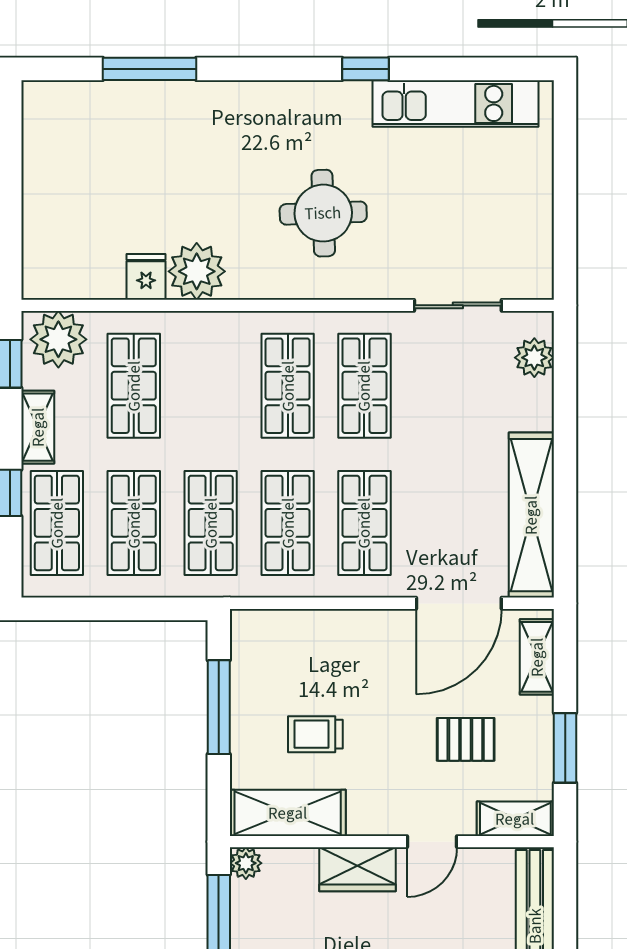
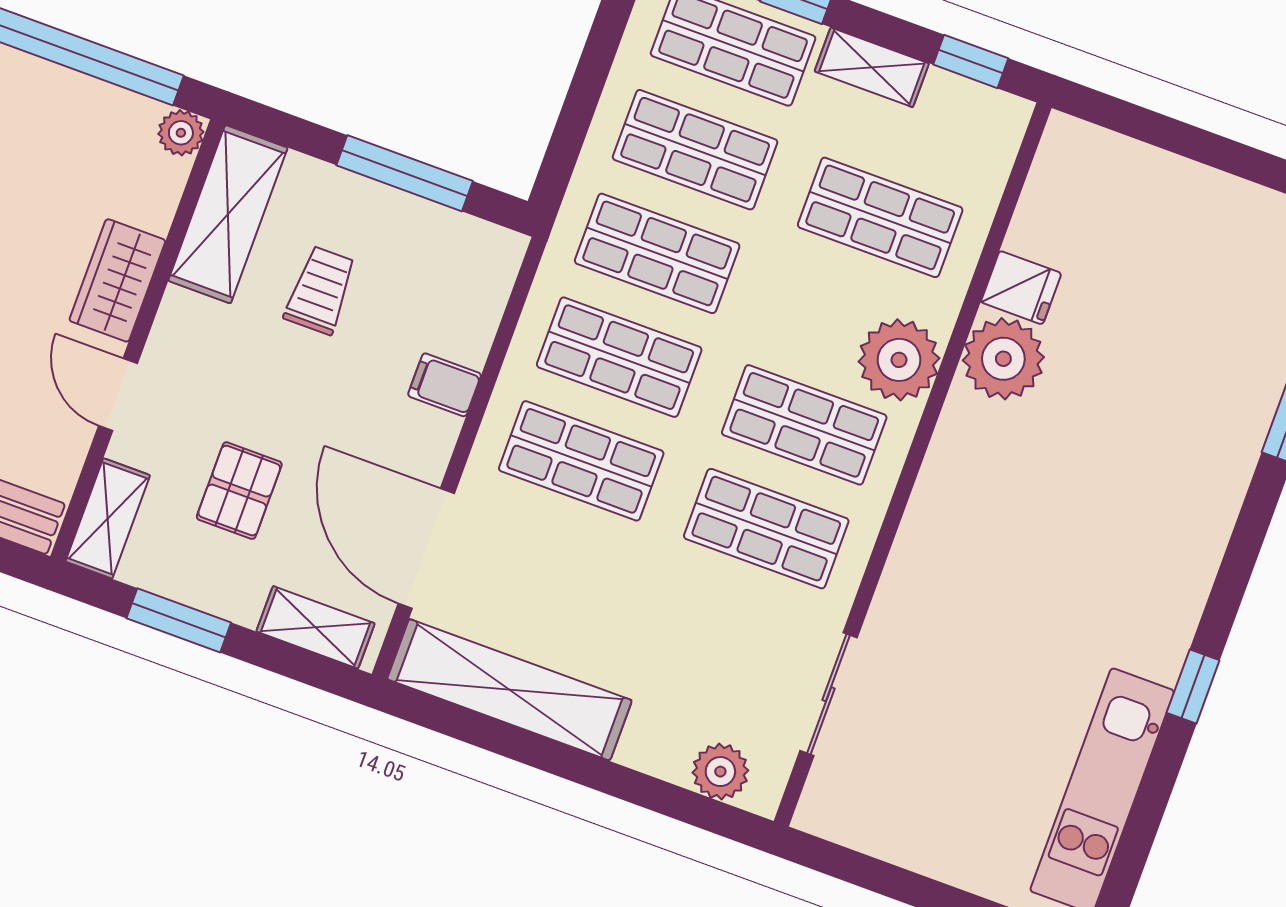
round table: (323, 213) -> (1020, 558), removed
plant: (58, 339) -> (899, 360), moved
filing cabinet: (347, 630) -> (444, 385), added

